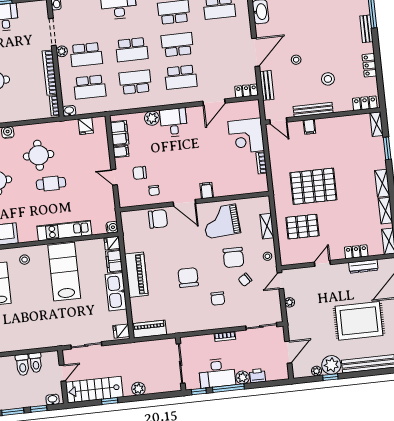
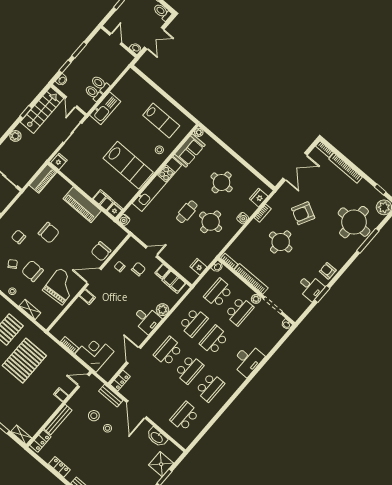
school desk: (86, 55) -> (239, 311), turned 180
stool: (328, 79) -> (94, 416), moved
bench: (313, 110) -> (58, 420), moved
kitchen unit: (64, 231) -> (157, 184), width x1.36
kitchen sink: (116, 292) -> (105, 108), moved, turned 90

